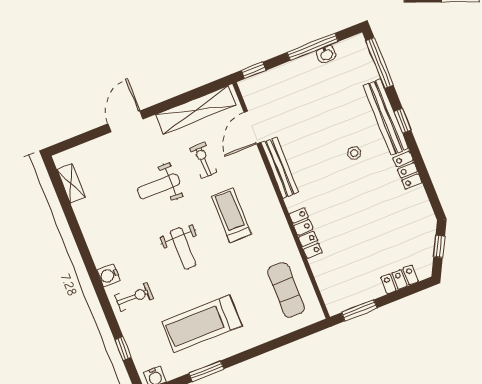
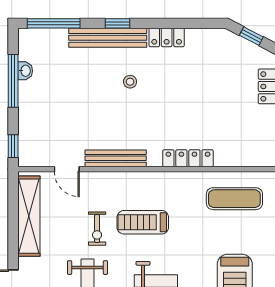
door: (252, 127) -> (67, 169), width x0.73
exercise bike: (203, 160) -> (97, 229), moved, turned -90

